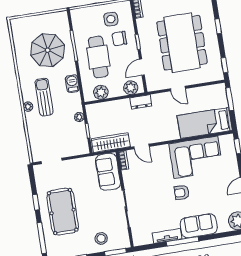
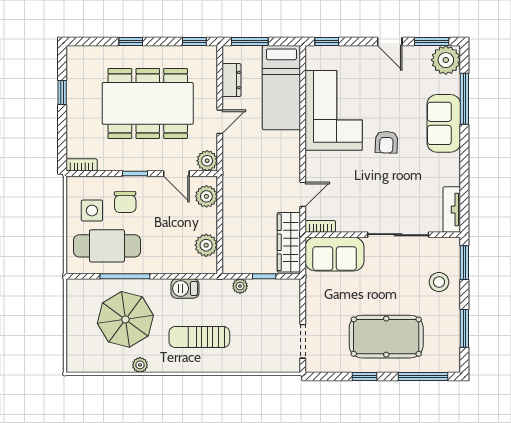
cafe table: (98, 57) -> (107, 246), moved
plant: (153, 85) -> (207, 161), added
dresser: (141, 102) -> (232, 80), moved
plant: (28, 107) -> (140, 365), moved
tv unit: (167, 236) -> (452, 210), moved
window: (183, 241) -> (464, 99), moved

